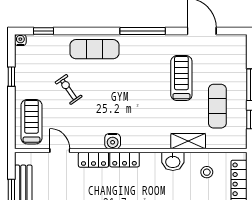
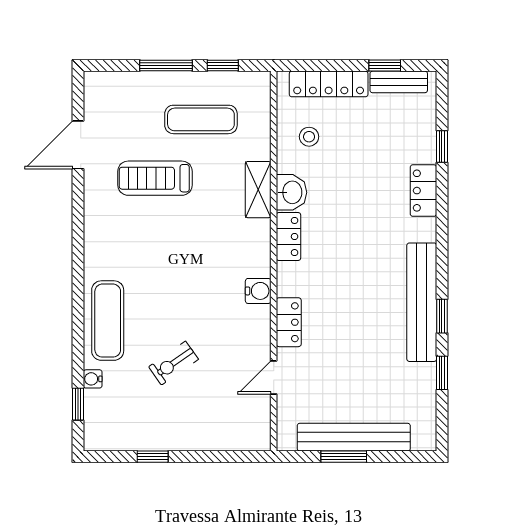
window: (143, 31) -> (78, 242), removed
water cooler: (20, 40) -> (93, 379), moved
treadmill: (31, 122) -> (226, 424), removed
shelving: (188, 141) -> (258, 190), moved
locker: (125, 160) -> (288, 237), moved

